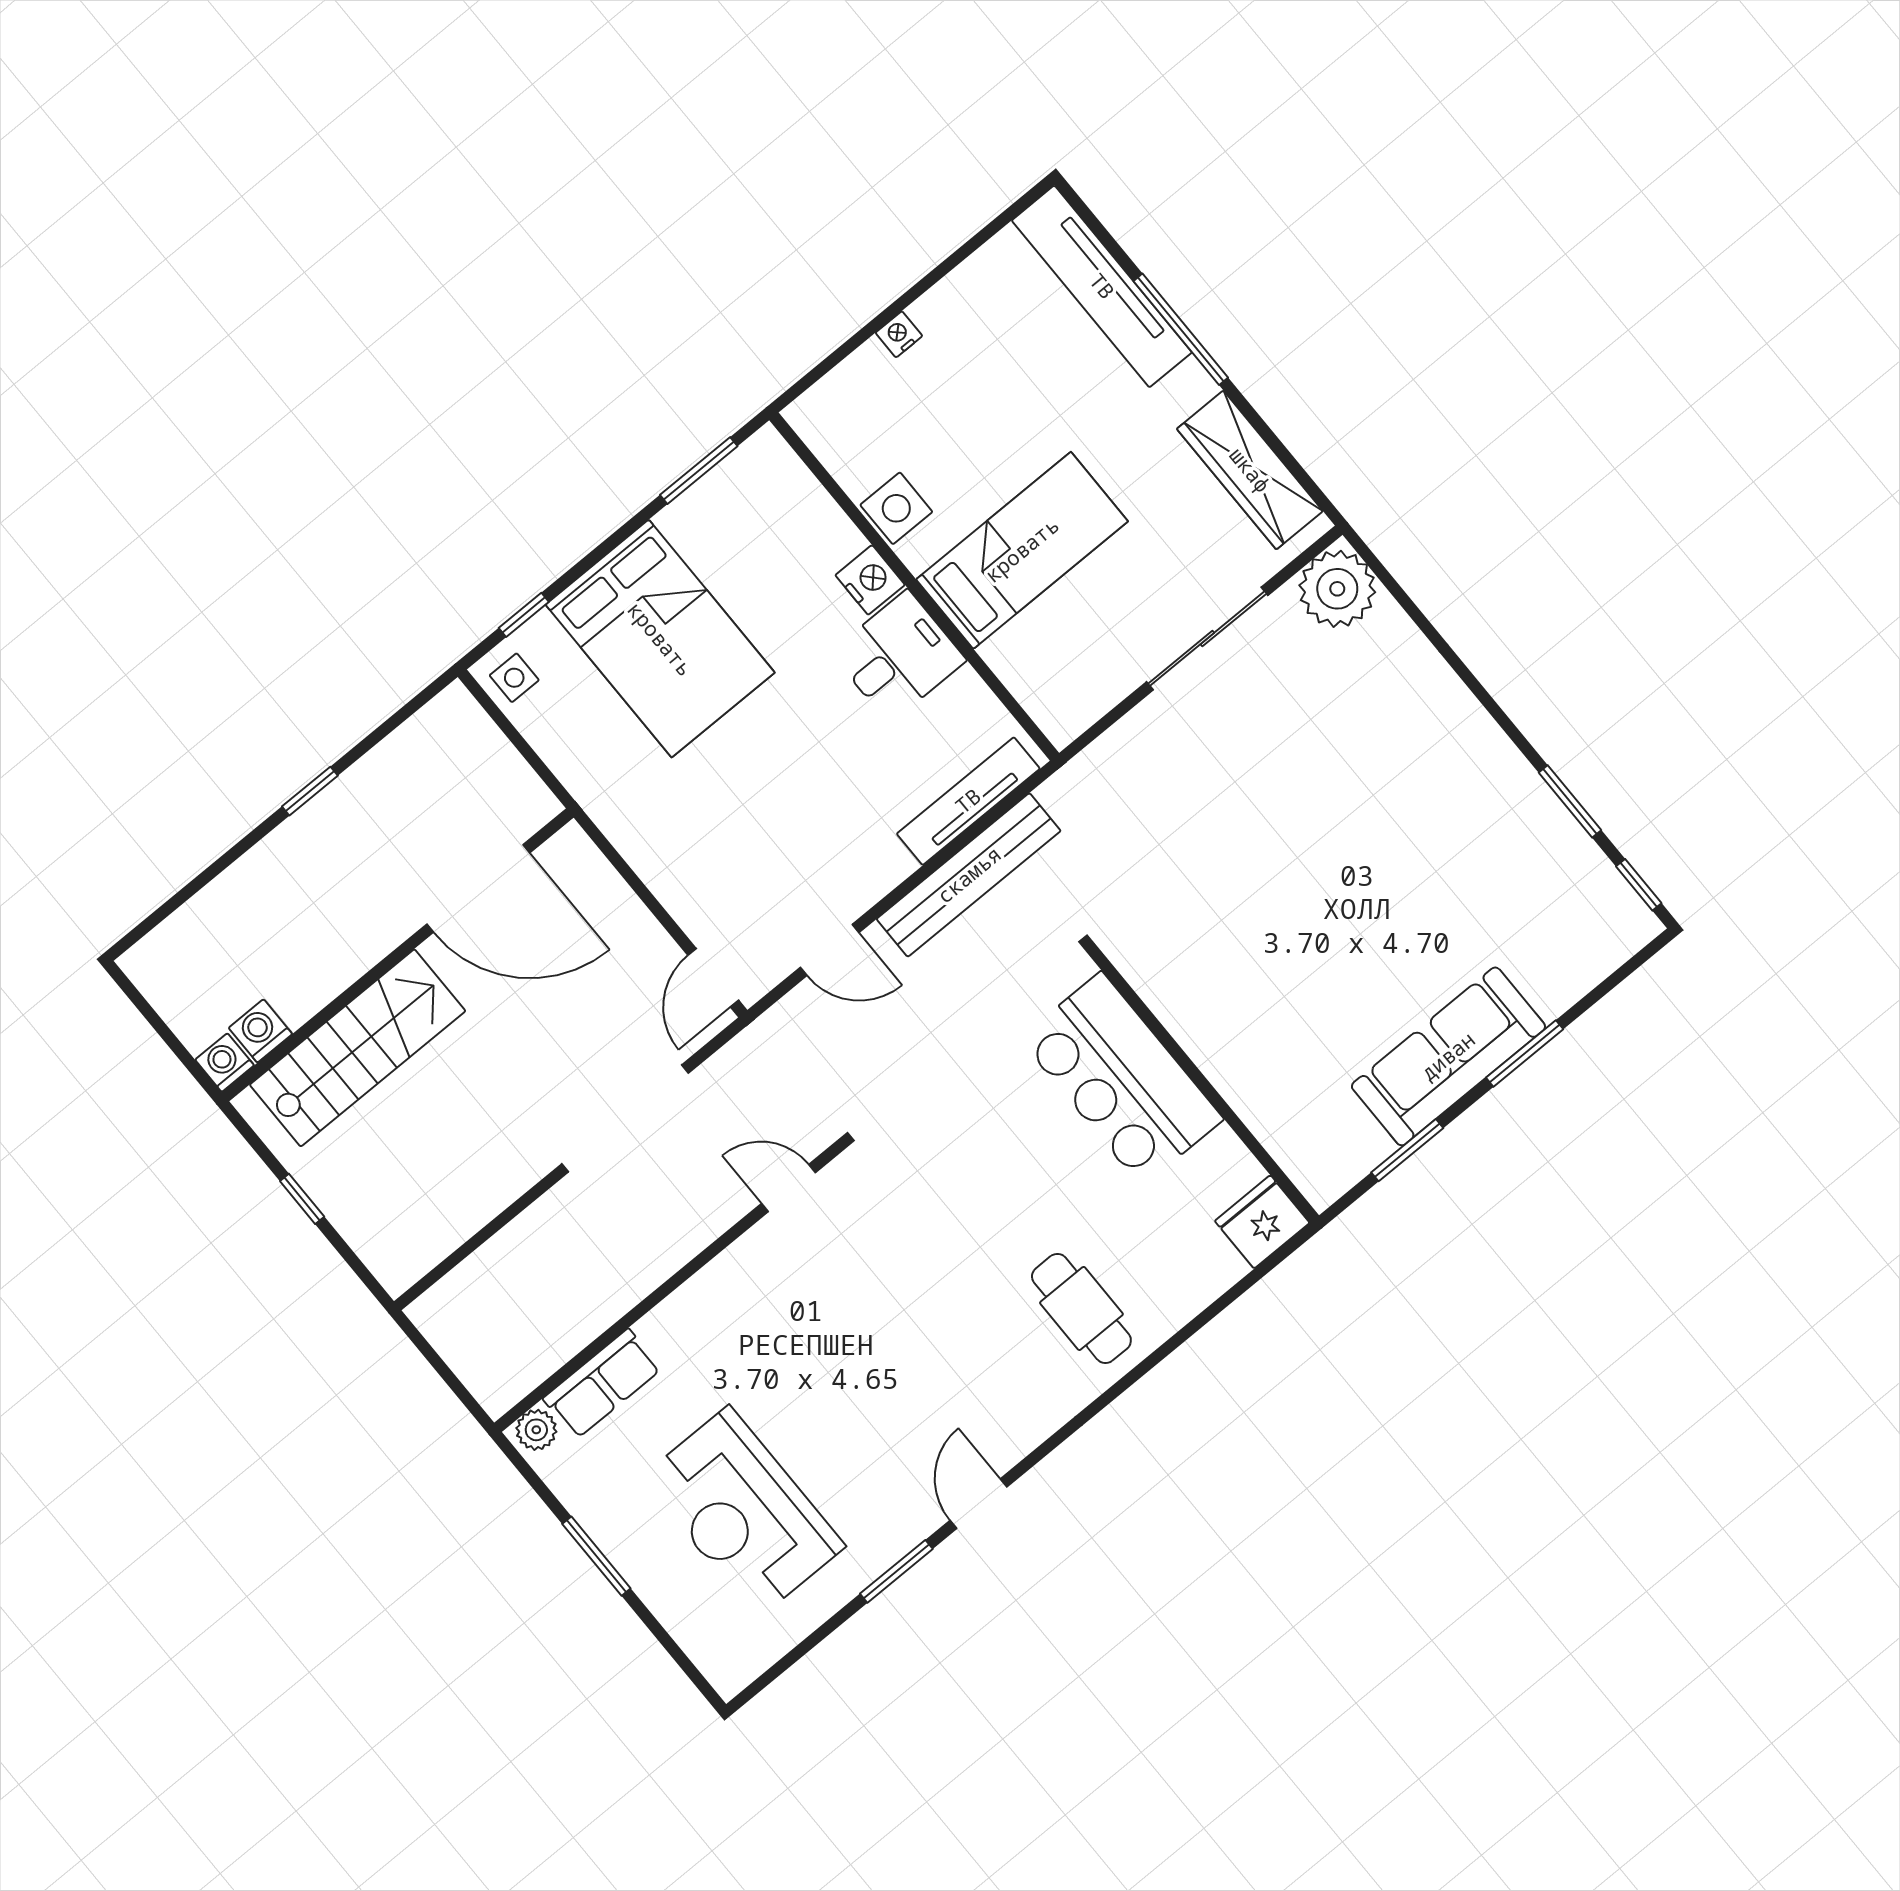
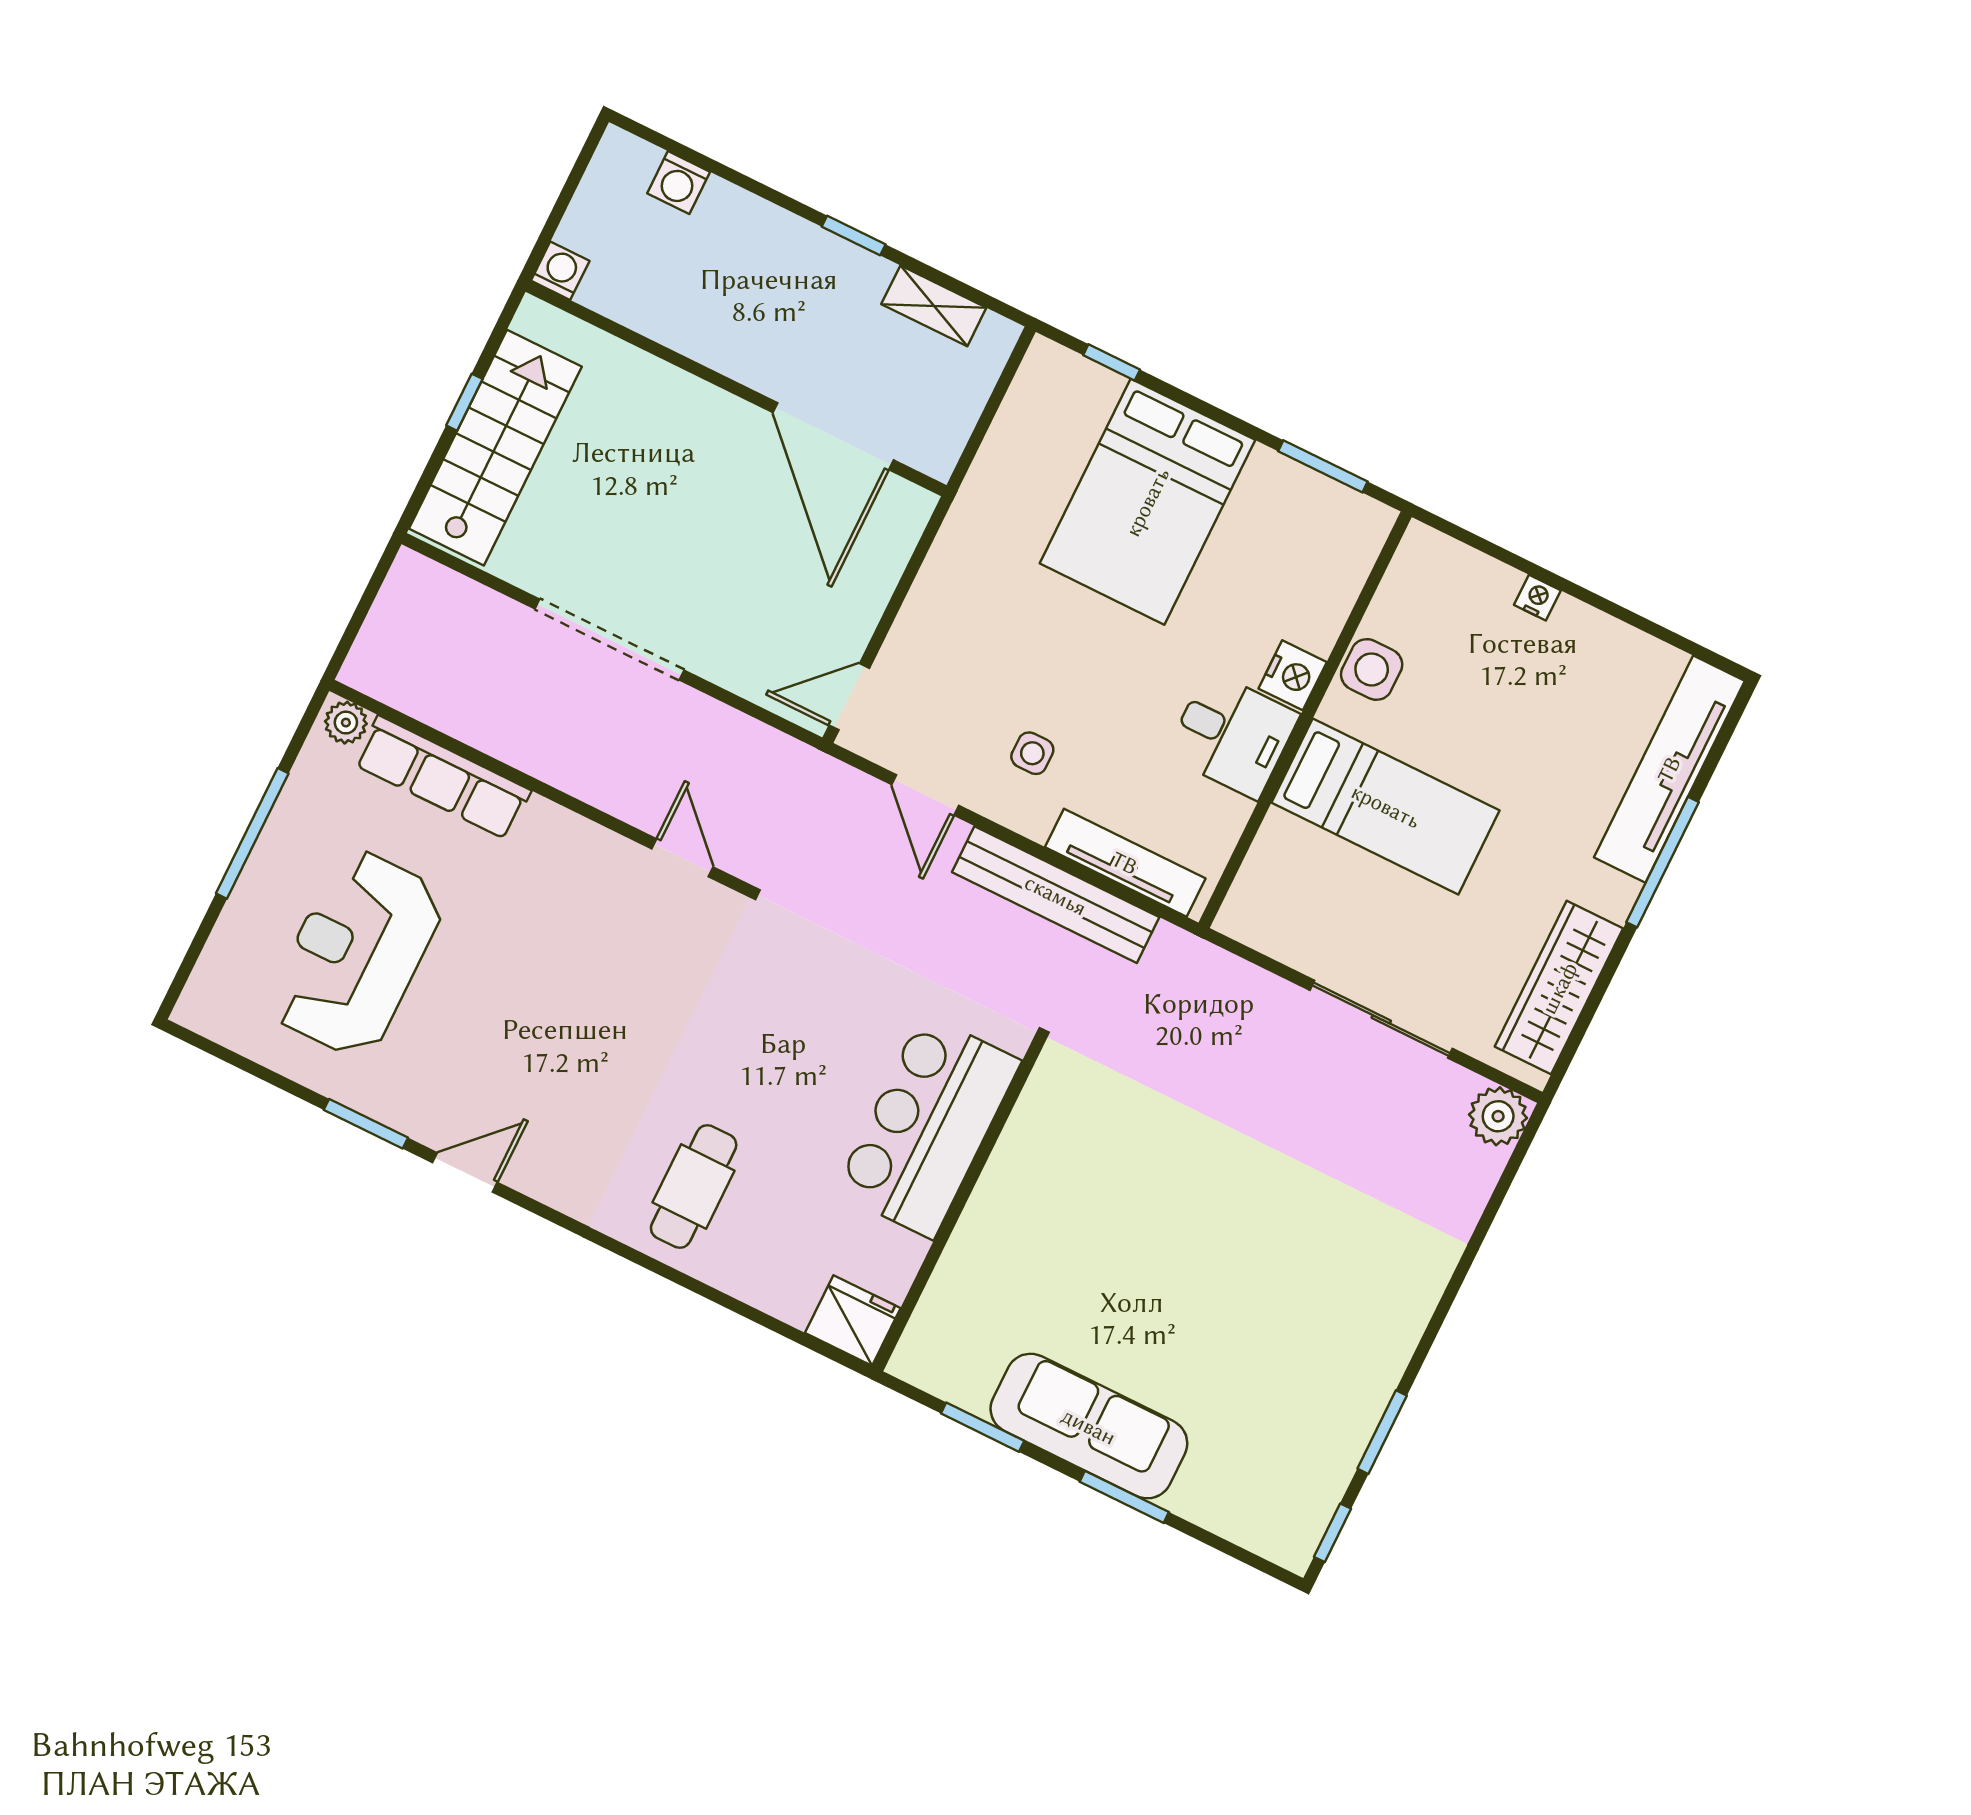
plant: (1337, 589) -> (1498, 1116), width x0.73, depth x0.73
side table: (514, 678) -> (1032, 753), moved
shelving: (404, 748) -> (934, 306), added
washing machine: (260, 1031) -> (679, 183), moved, turned 180
stairs: (358, 1048) -> (495, 448), moved, turned -90
doorway: (625, 1118) -> (609, 640), moved
row of seats: (602, 1384) -> (443, 778), width x1.48
window: (596, 1556) -> (252, 833), width x1.44

